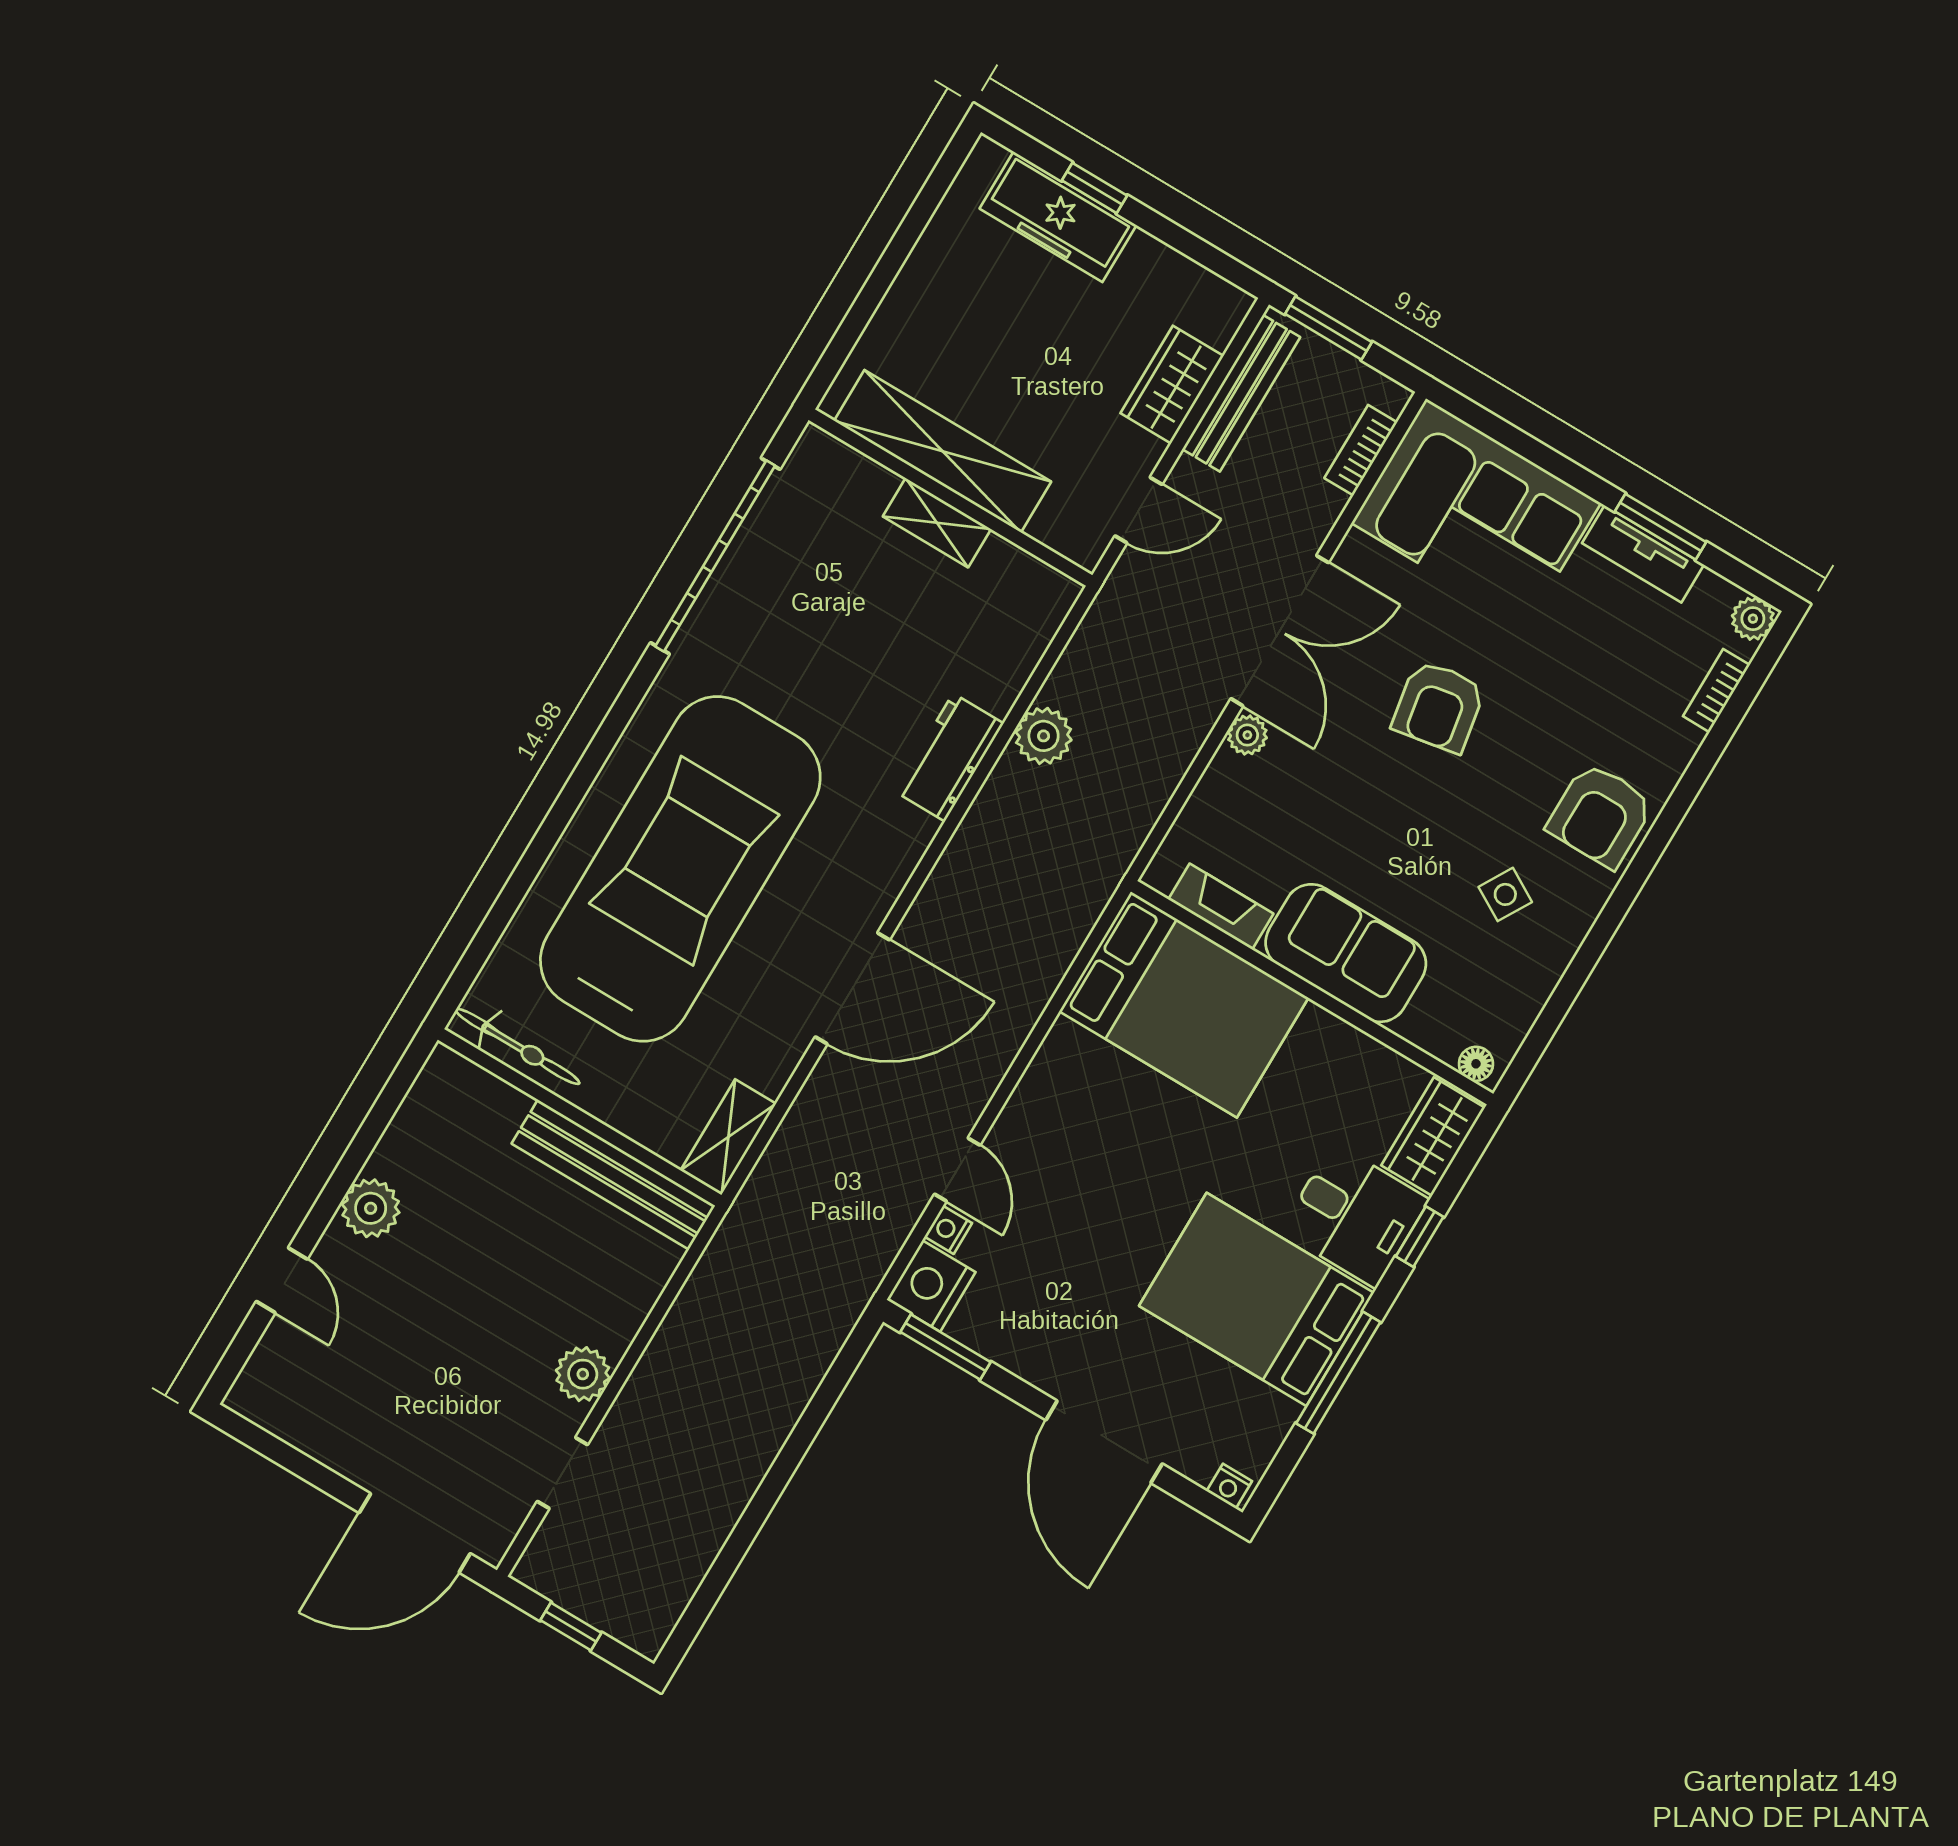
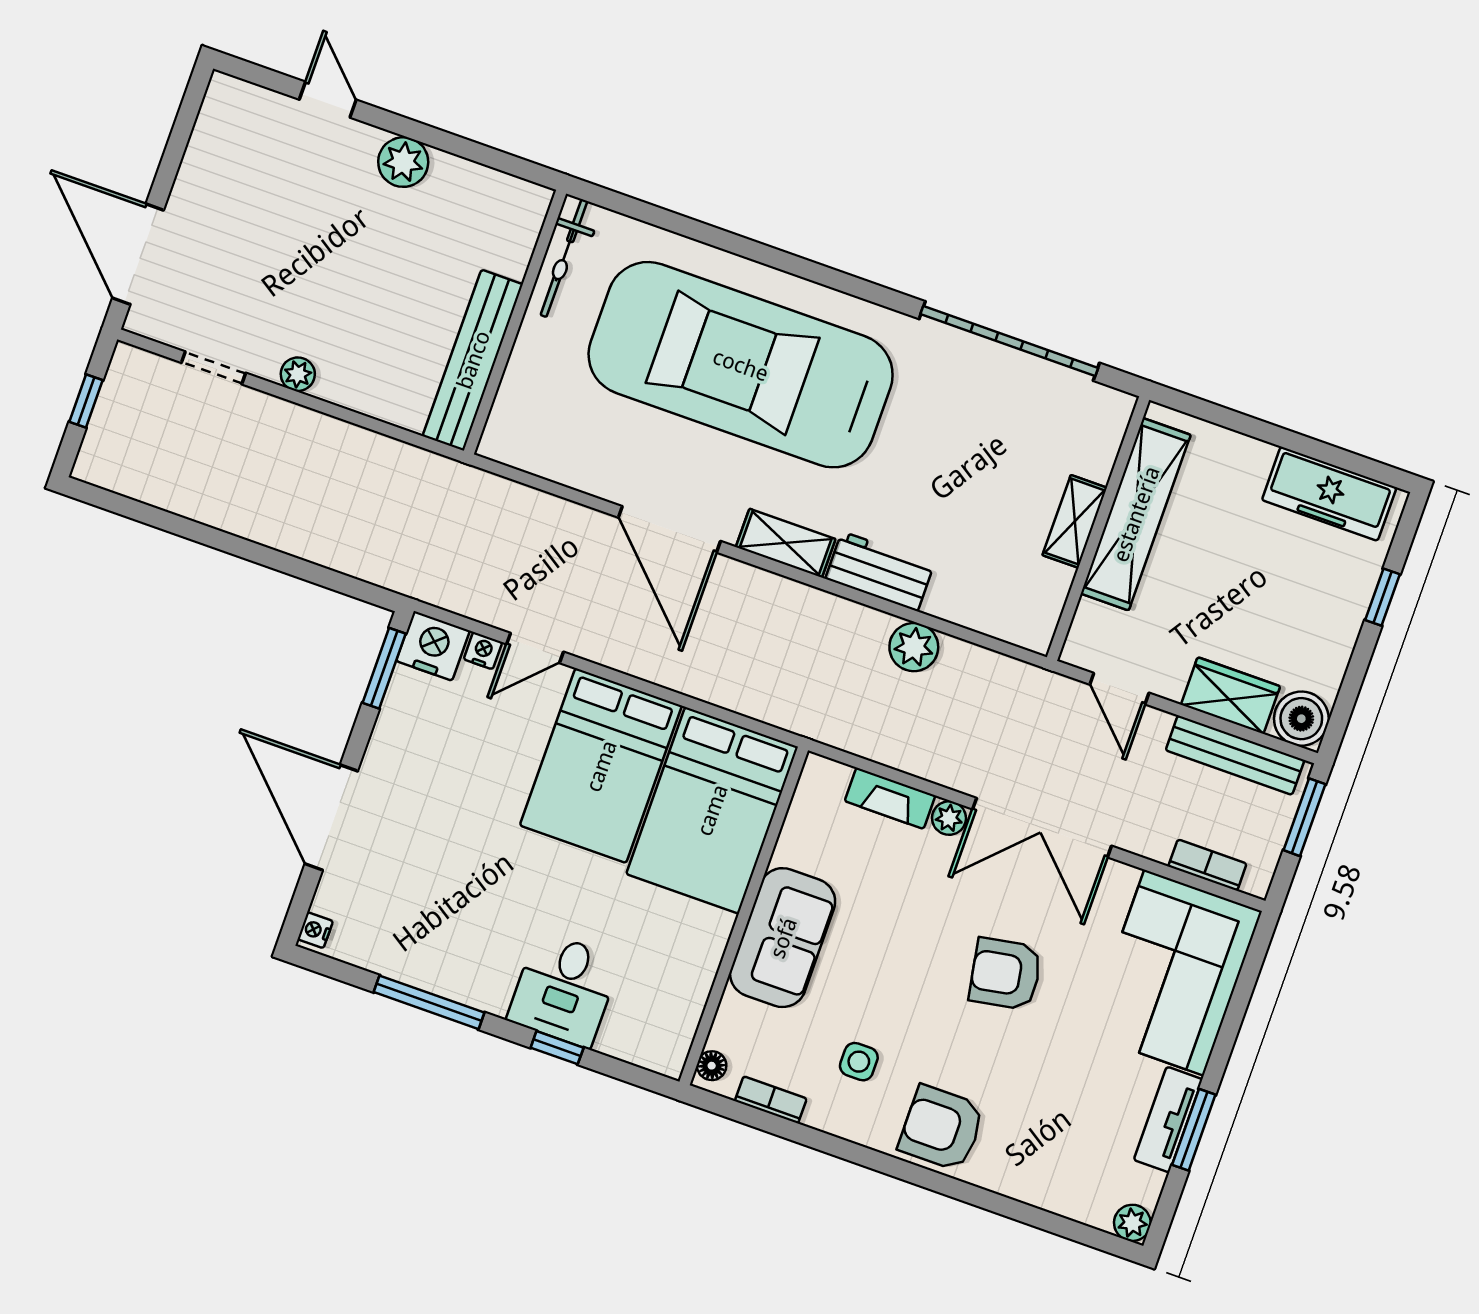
freezer: (1058, 217) -> (1329, 494), moved, turned -90
boiler: (1215, 309) -> (1301, 719), added
bookcase: (1716, 691) -> (771, 1100), moved
car: (680, 869) -> (741, 365), turned 180
side table: (1505, 894) -> (859, 1062), turned -30
fireplace: (1221, 907) -> (890, 798), moved, turned 90
wardrobe: (1433, 1136) -> (643, 1042), removed
shelving: (728, 1137) -> (786, 543), moved
door: (282, 1280) -> (328, 100), swing flipped
bed: (1256, 1299) -> (601, 766), moved, turned 180
plant: (583, 1374) -> (298, 374), width x0.73, depth x0.73
door: (1104, 1442) -> (331, 817), hinge flipped

